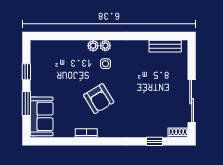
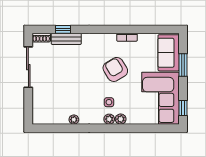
plant: (143, 45) -> (74, 120), added
bench: (165, 46) -> (66, 39), moved
corner sofa: (50, 68) -> (161, 98), added
window: (26, 72) -> (183, 108), moved

